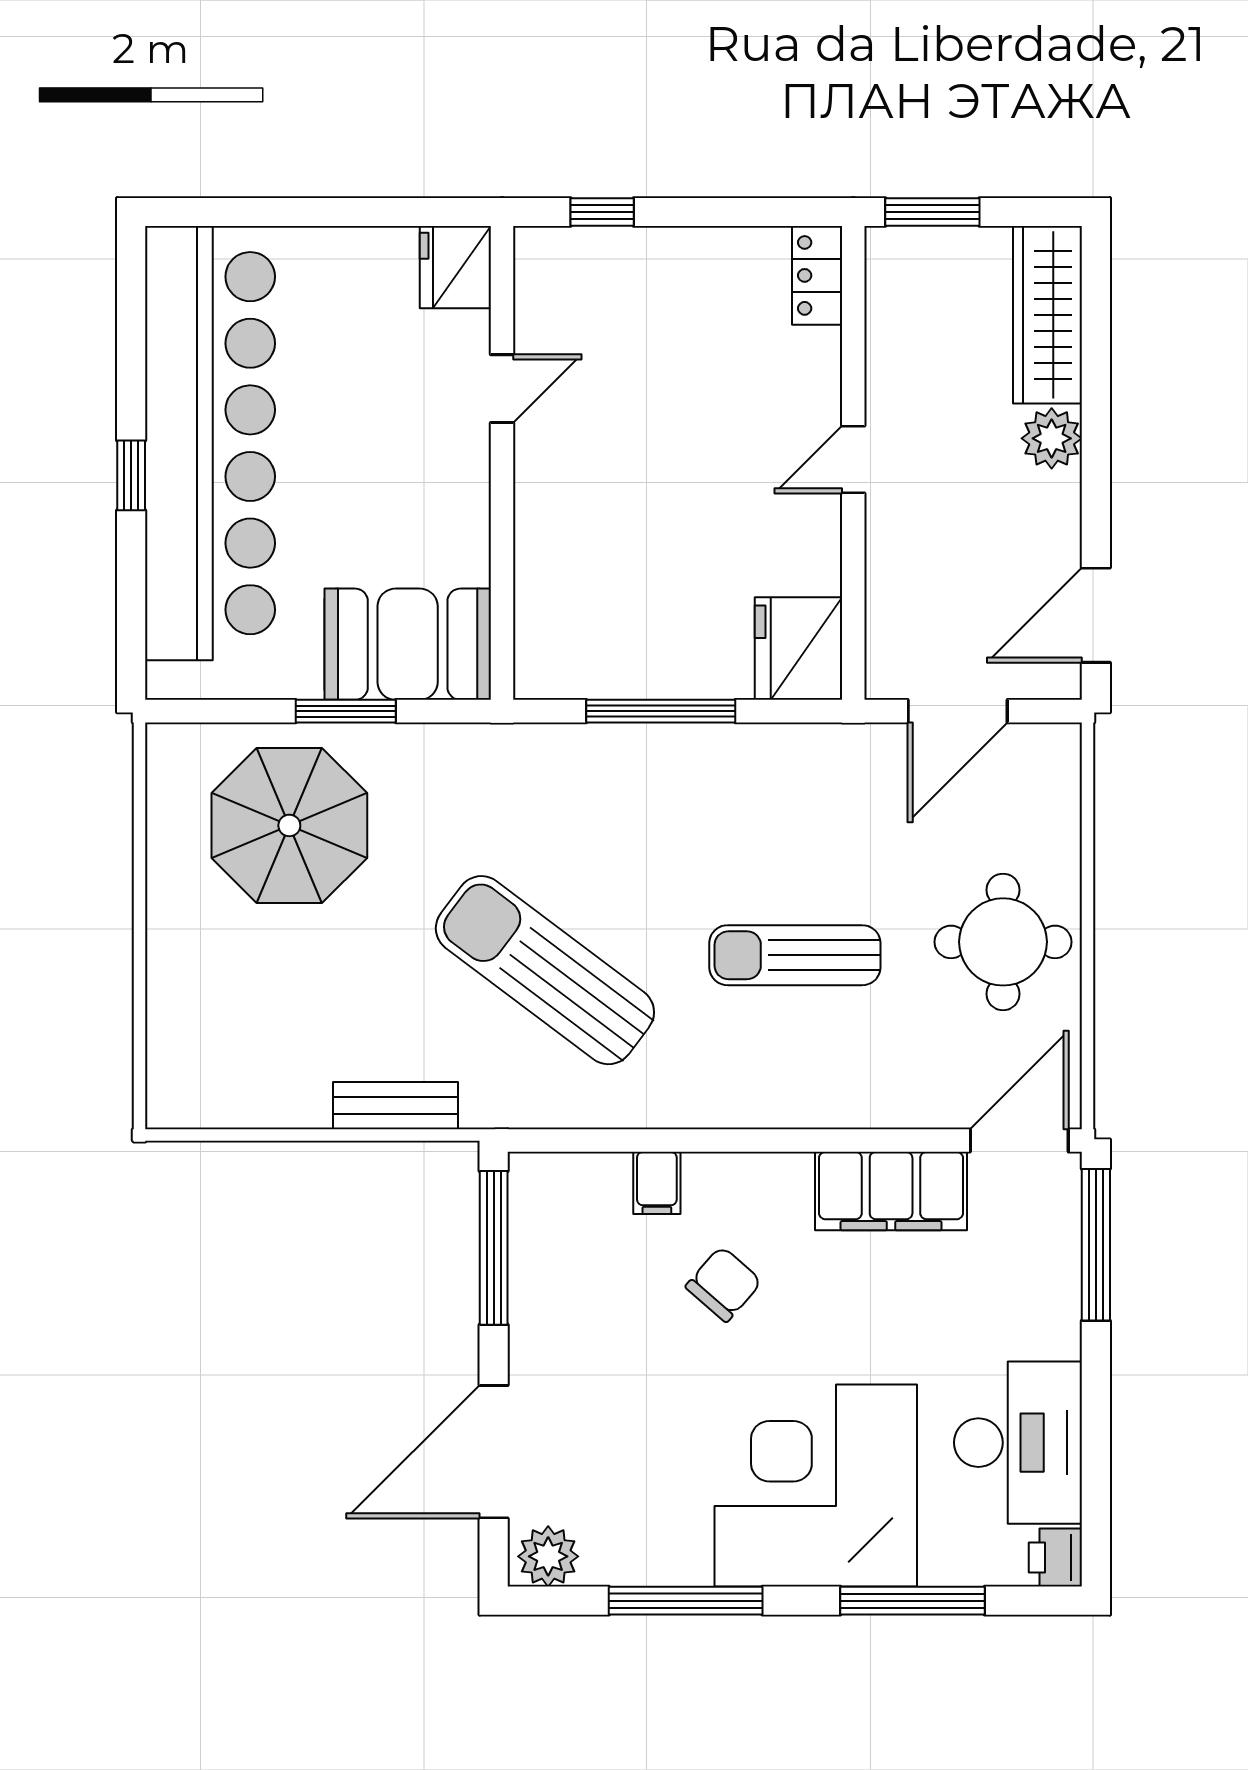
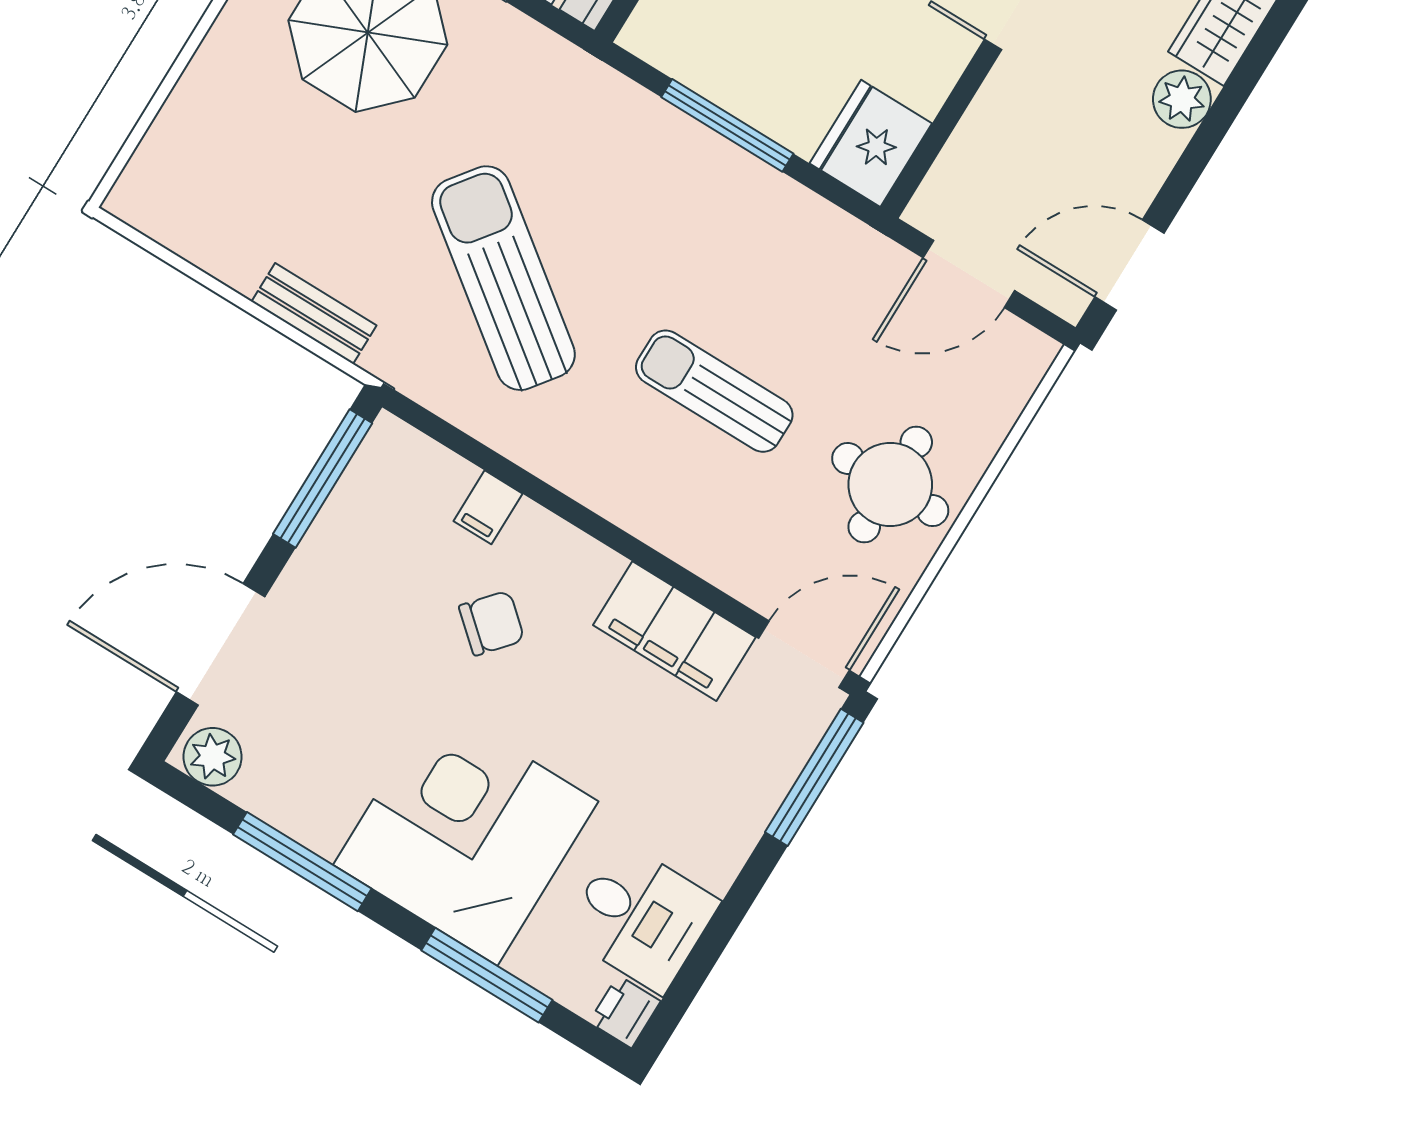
desk: (1018, 1443) -> (641, 917), width x0.73

